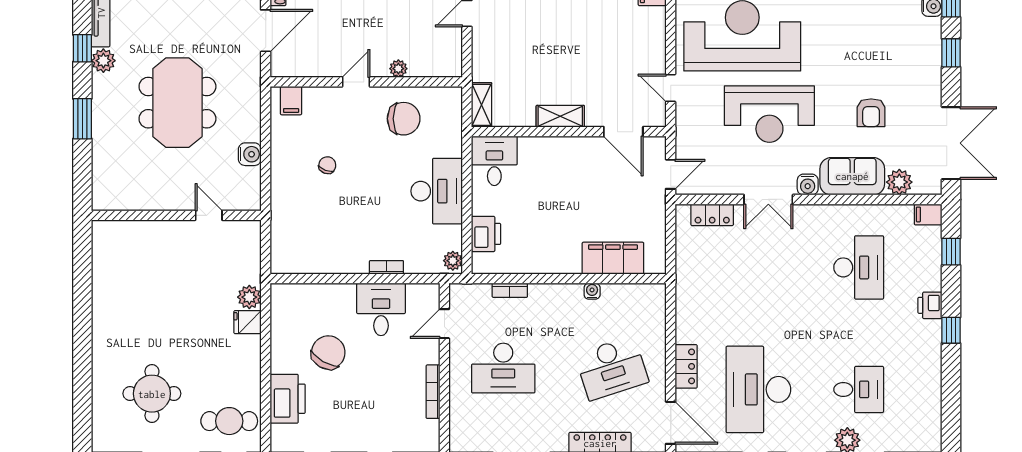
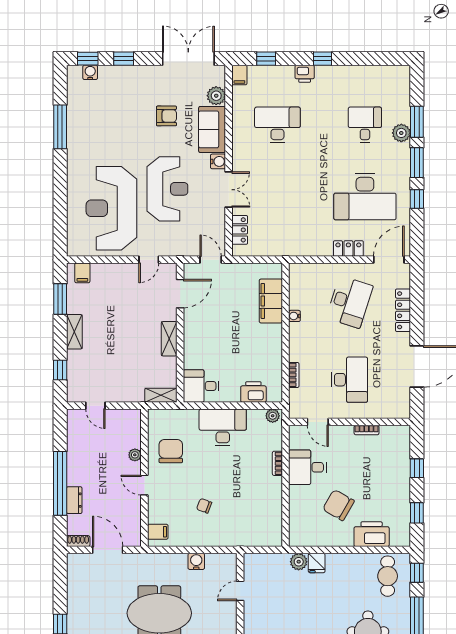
desk: (612, 368) -> (350, 302), turned 36
bookcase: (433, 392) -> (367, 430), width x0.64

